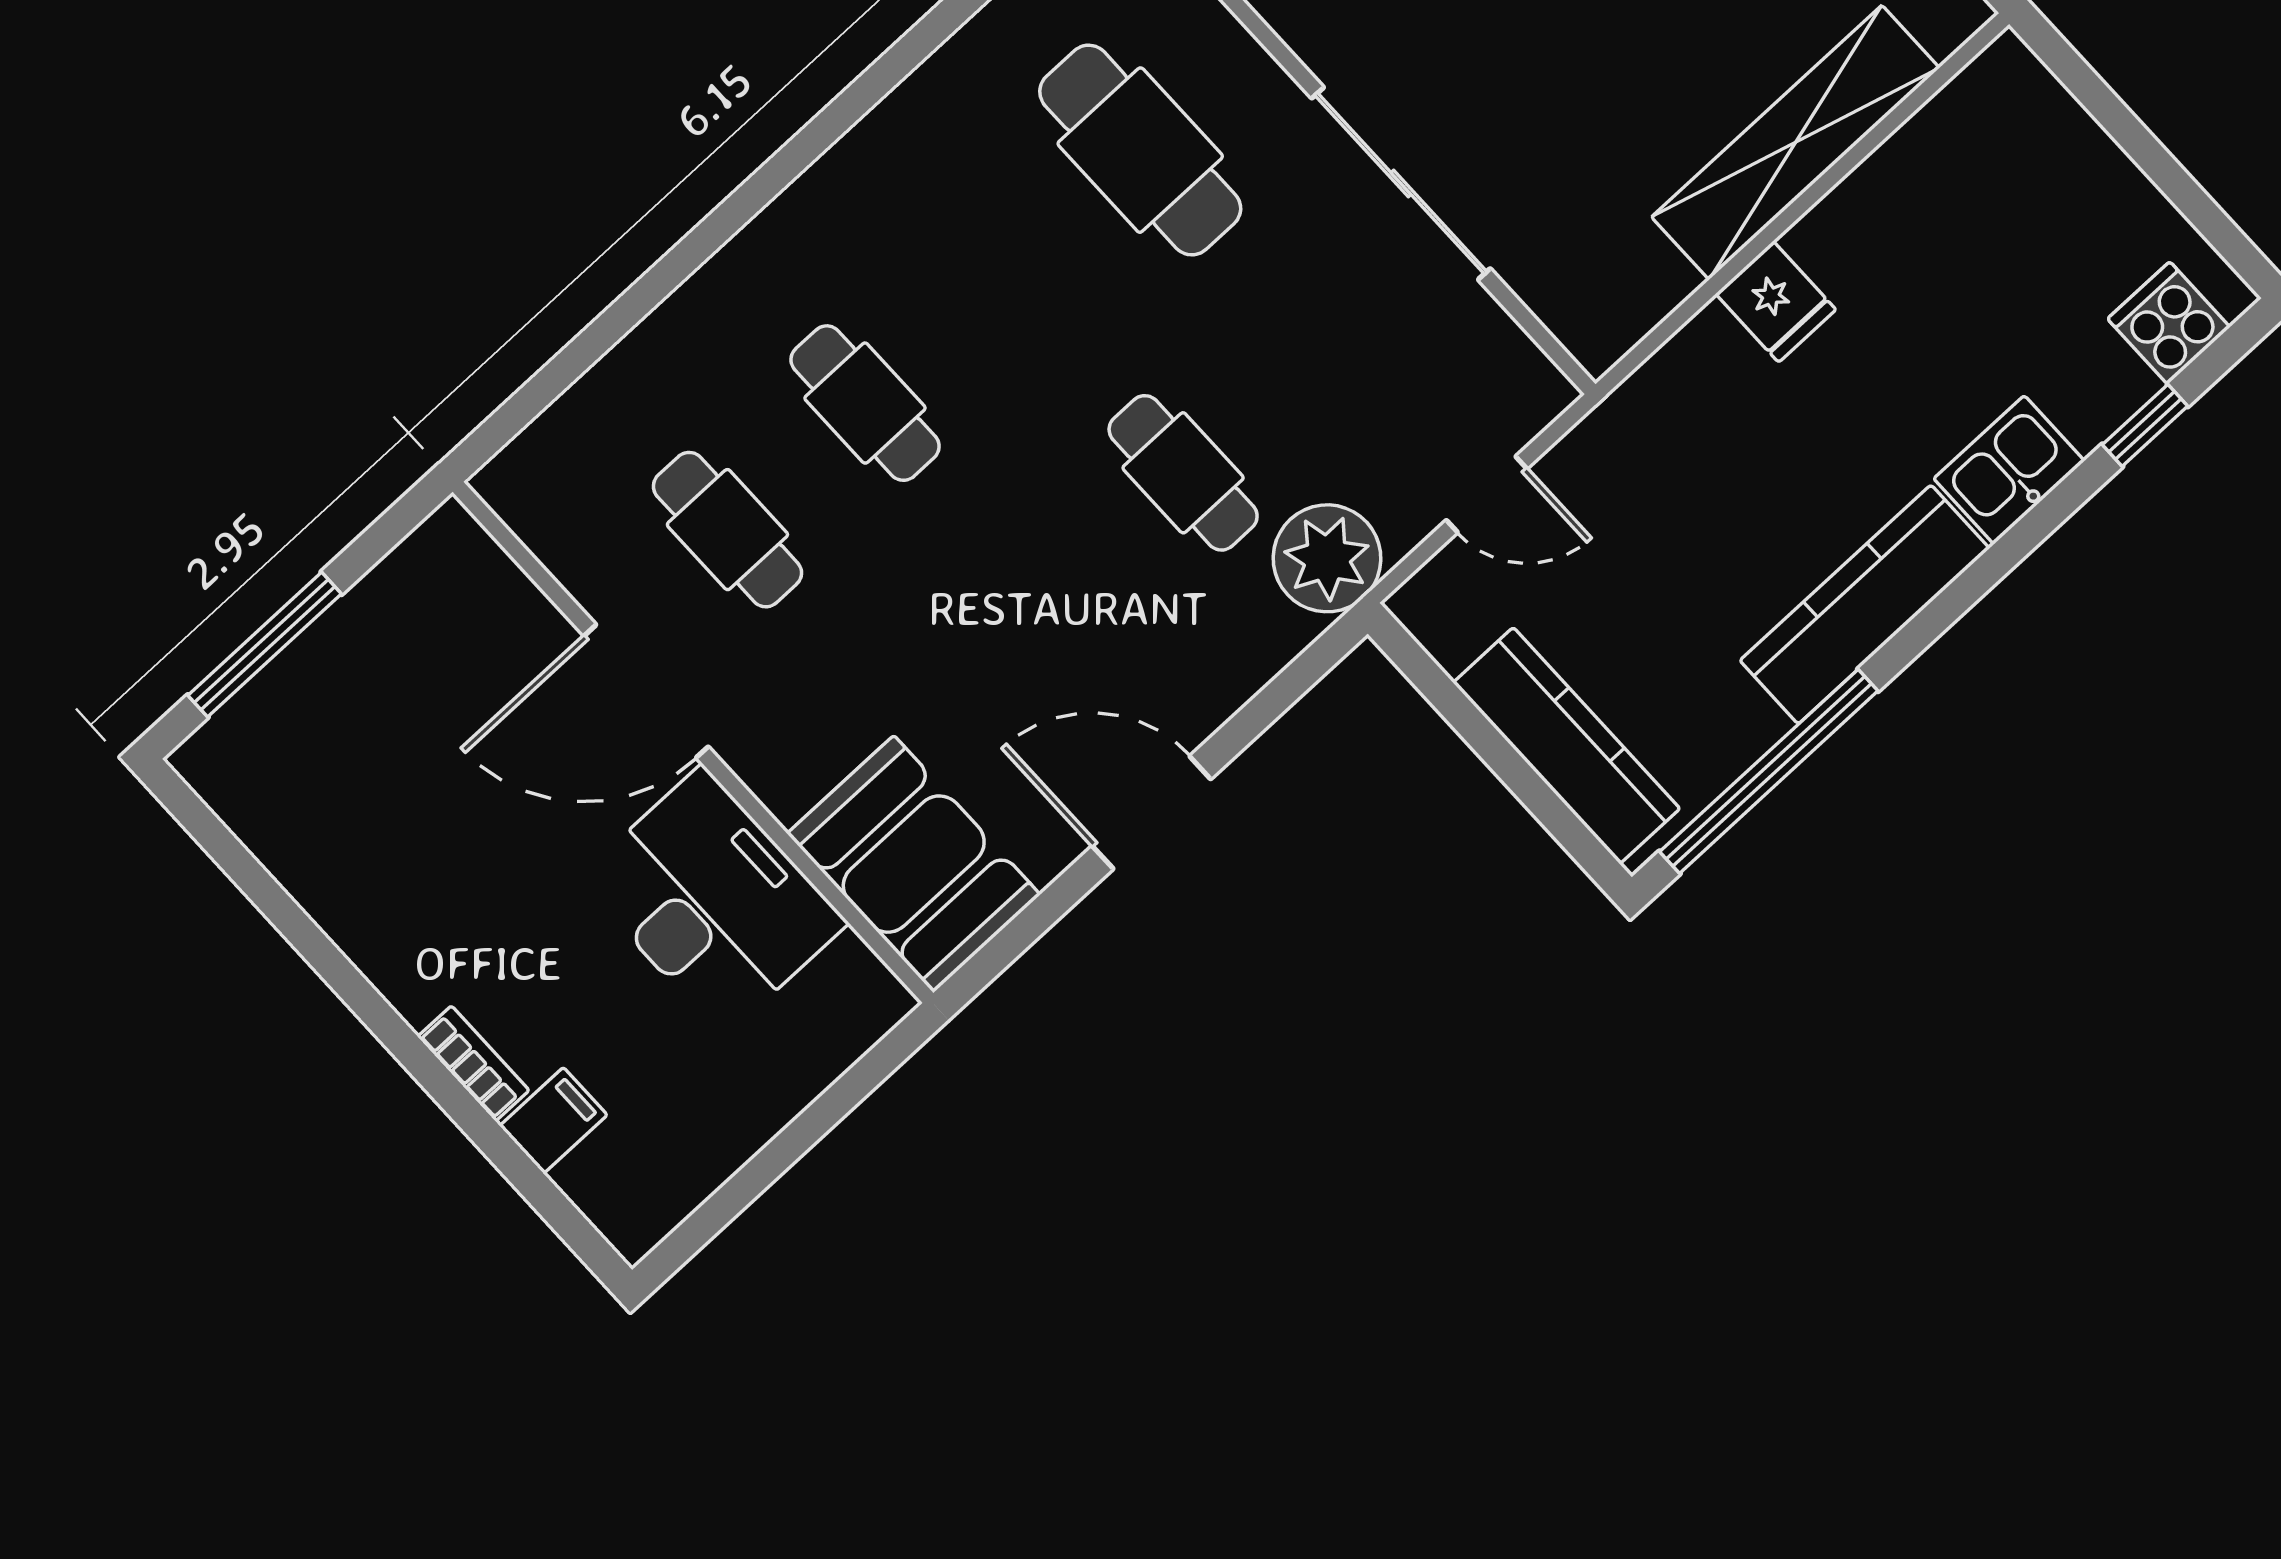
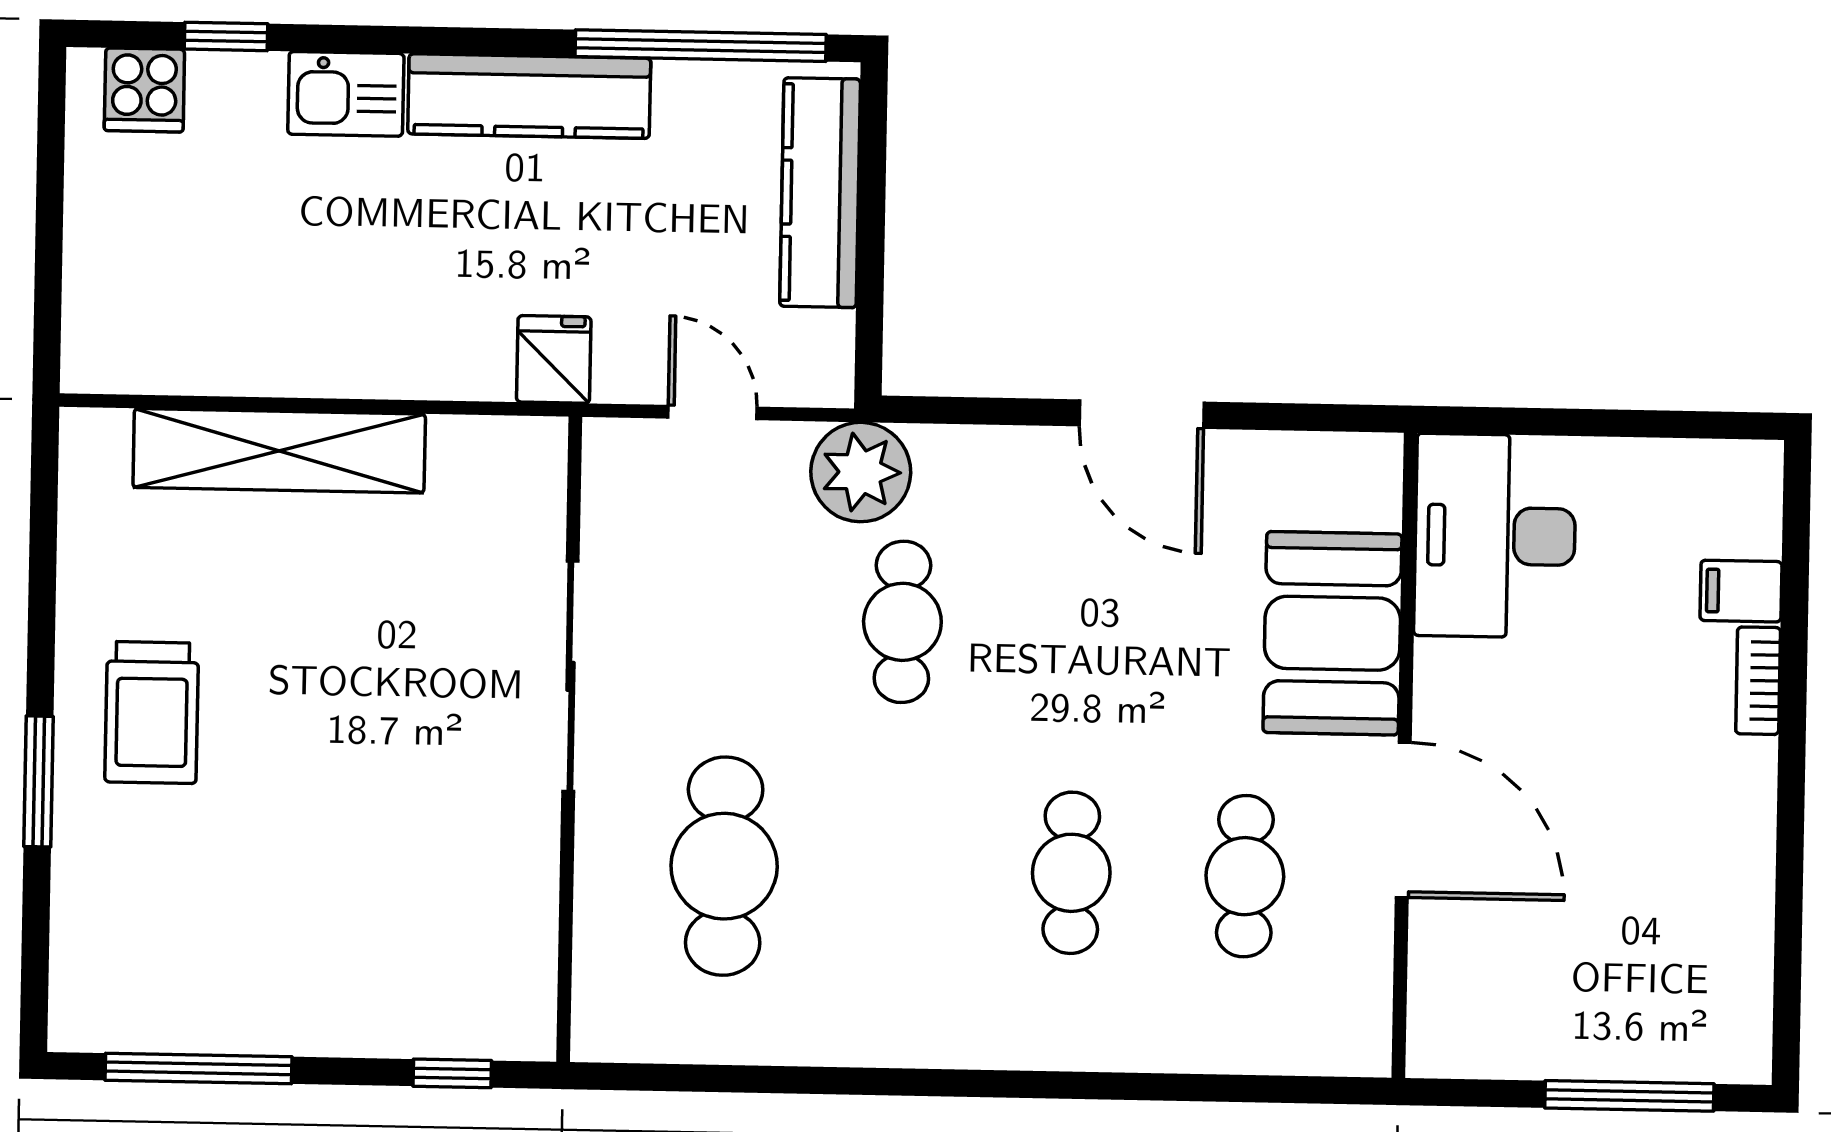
fridge: (1776, 302) -> (554, 359), moved
booth: (914, 864) -> (1332, 633), moved
desk: (713, 901) -> (1495, 536), moved

